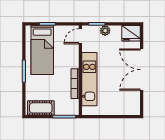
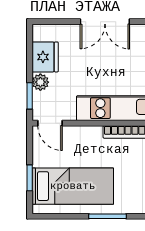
fridge: (131, 33) -> (45, 57), moved
double door: (142, 70) -> (105, 22), width x0.73

